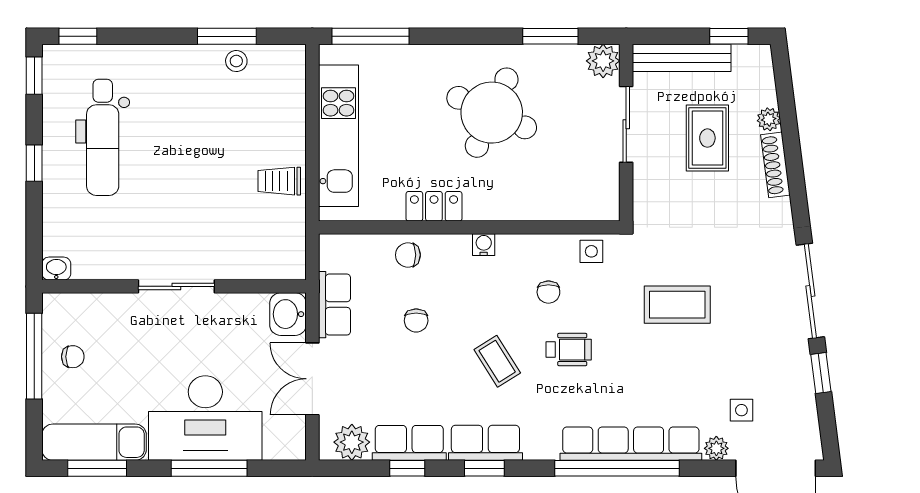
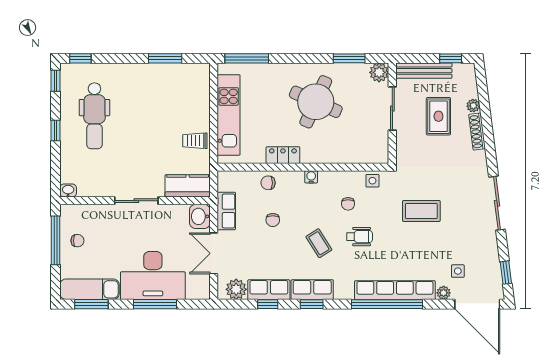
stool: (236, 61) -> (170, 72), removed
kitchen counter: (266, 260) -> (188, 186), added
window: (821, 373) -> (506, 273), moved

